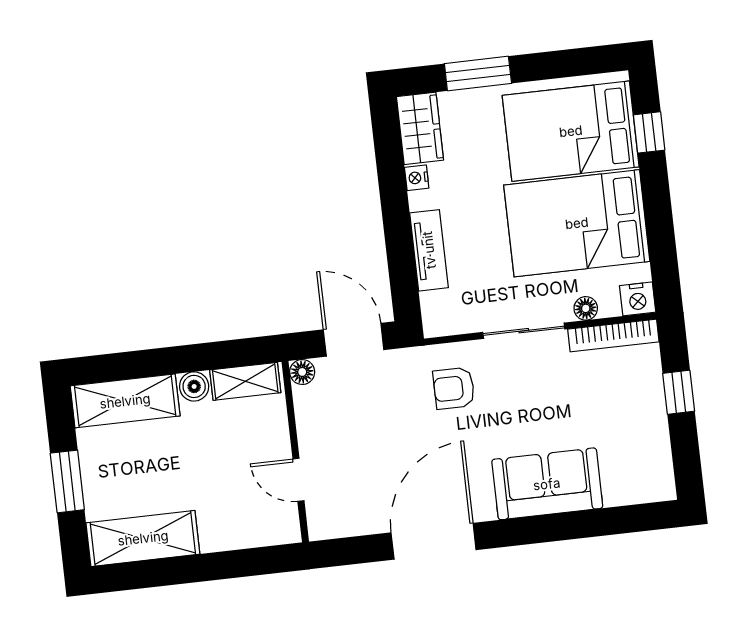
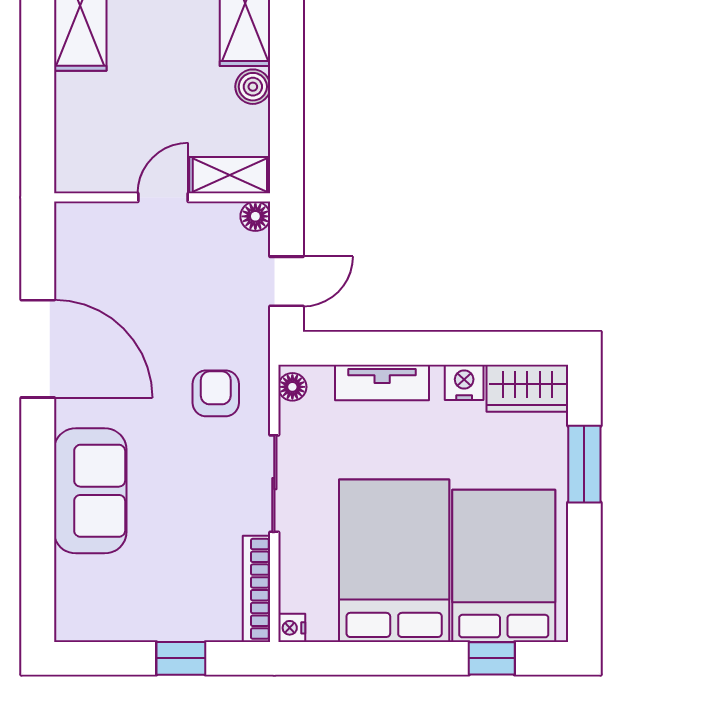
nightstand: (417, 178) -> (464, 382), width x1.39, depth x1.35
nightstand: (638, 299) -> (292, 628), width x0.72, depth x0.74
floor lamp: (586, 308) -> (292, 387), moved
door: (354, 340) -> (287, 281), width x0.73
shelving: (245, 381) -> (230, 175), moved, turned 90
door: (298, 480) -> (163, 197), moved

